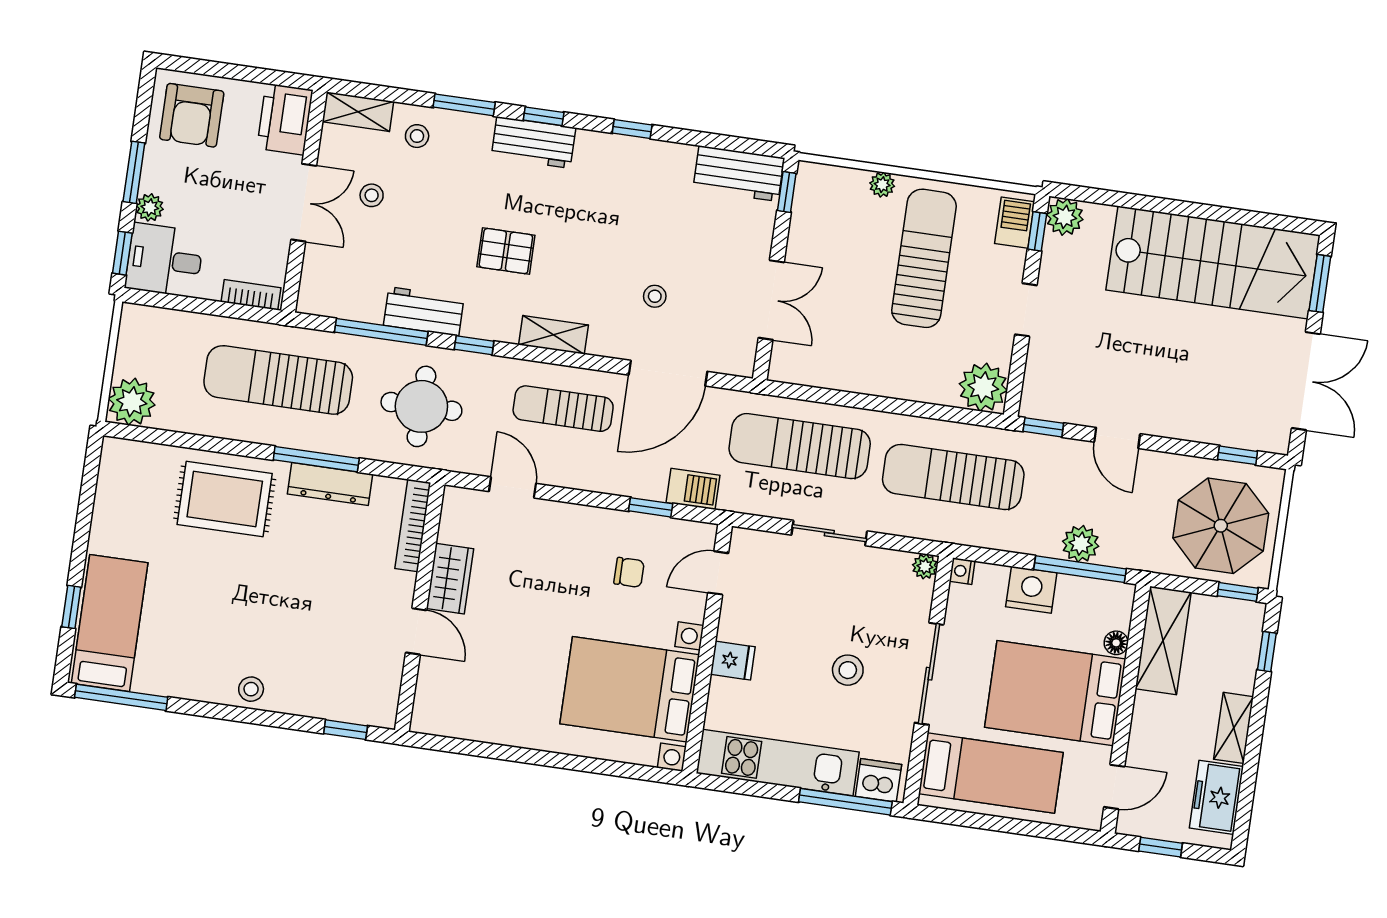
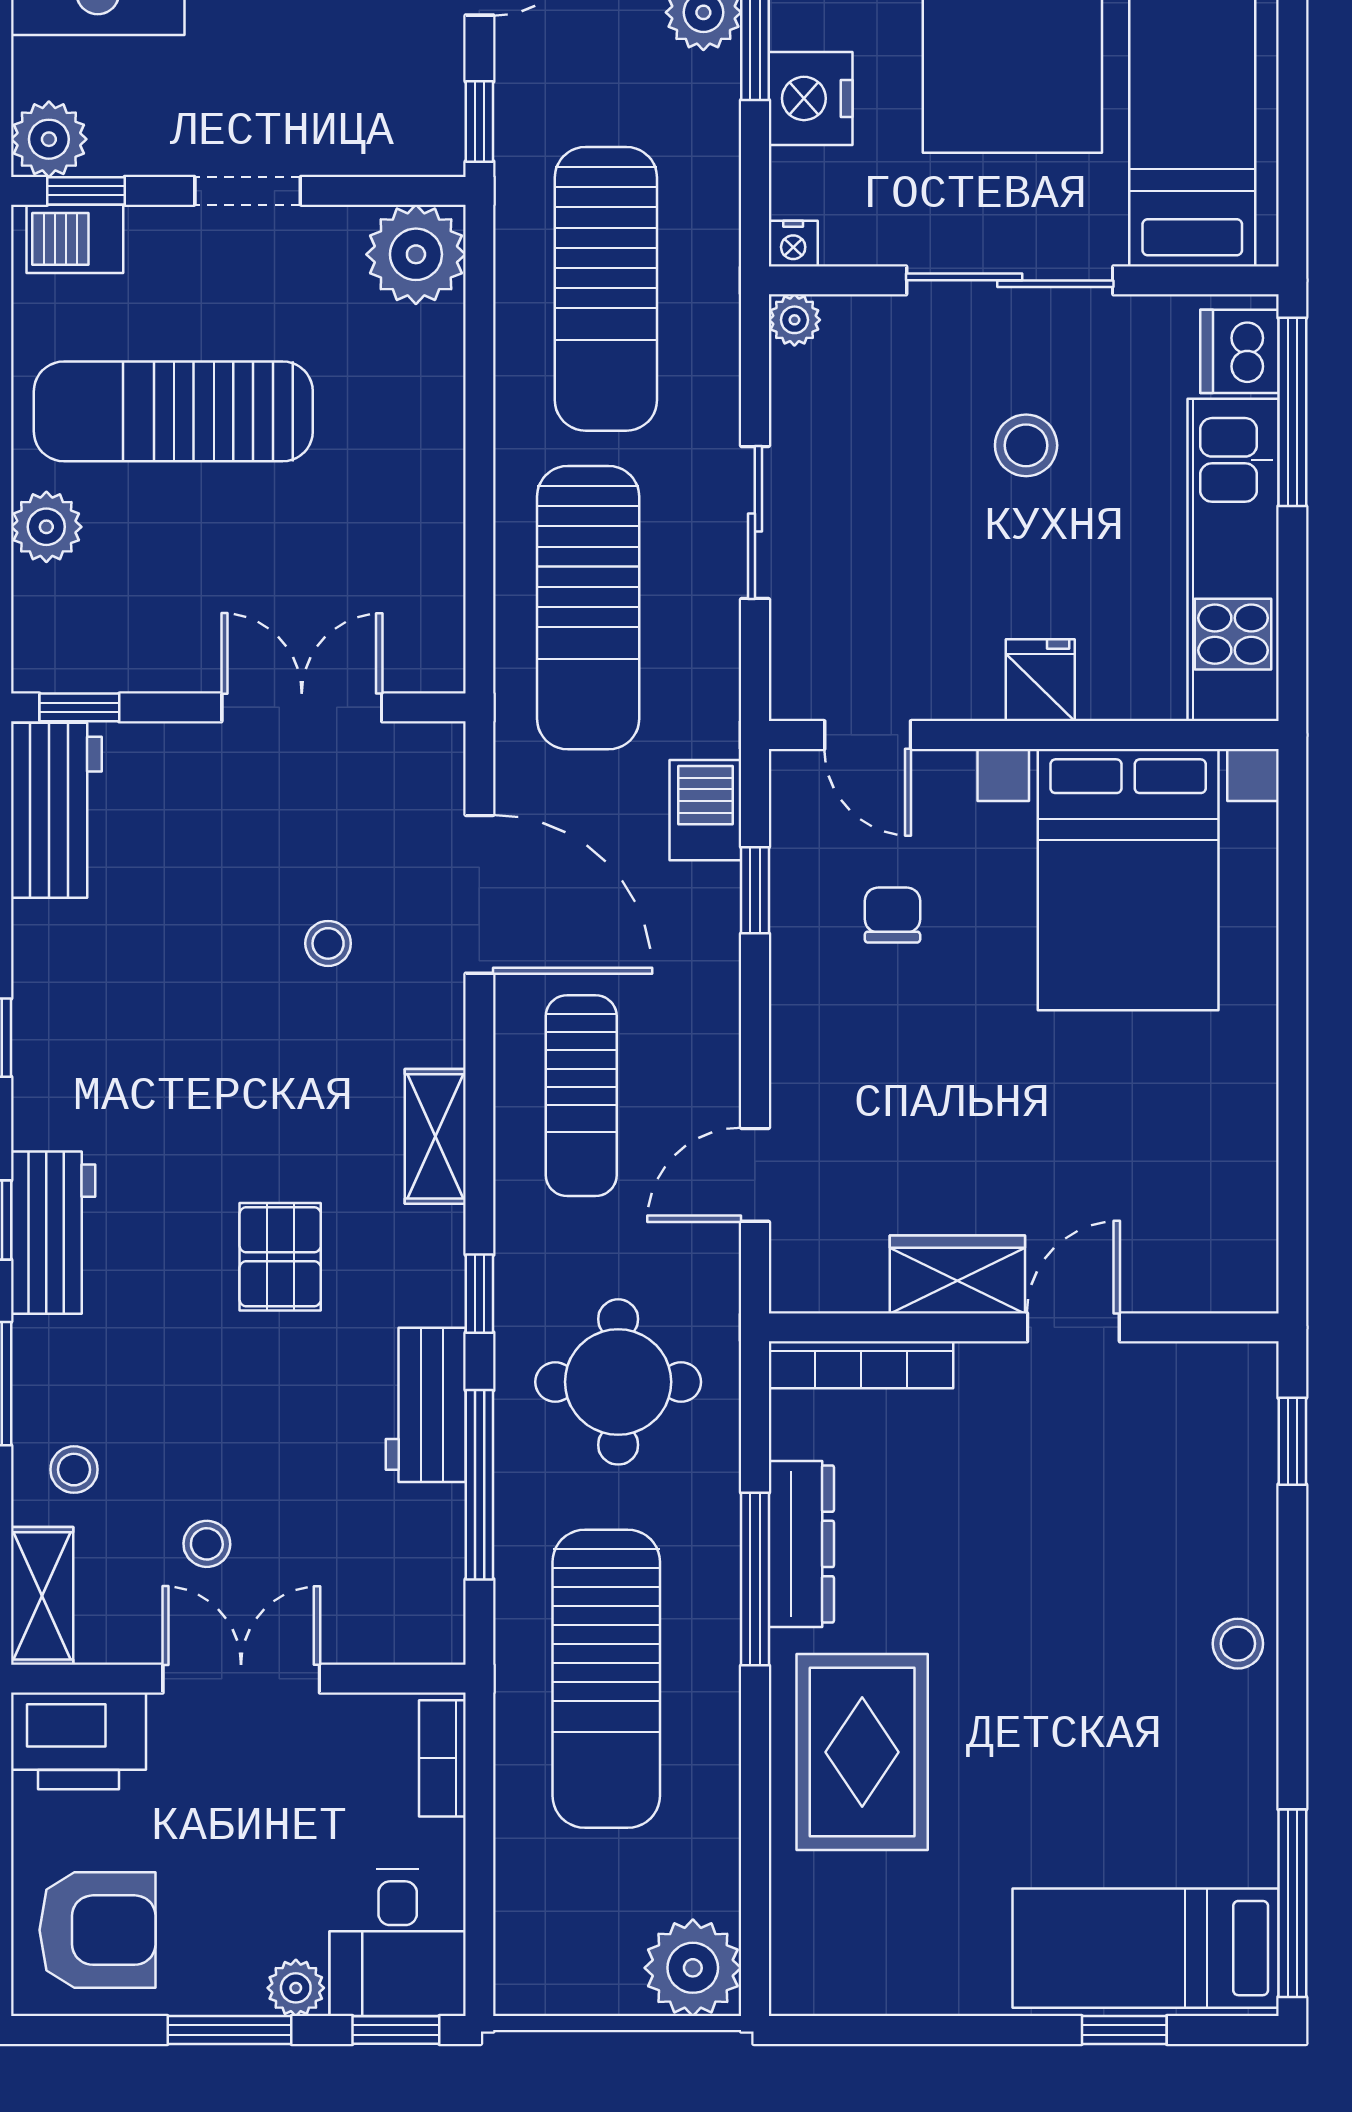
plant: (882, 185) -> (46, 527), width x1.38, depth x1.38

